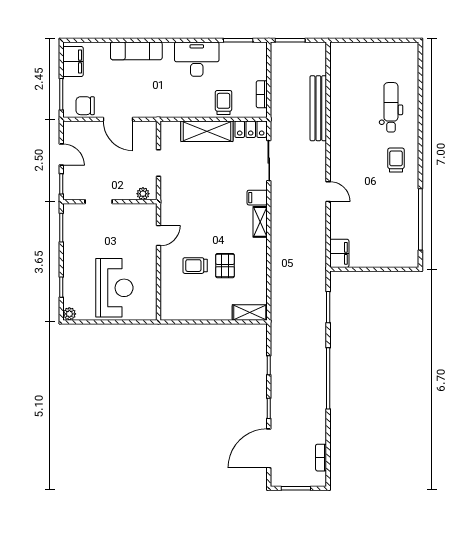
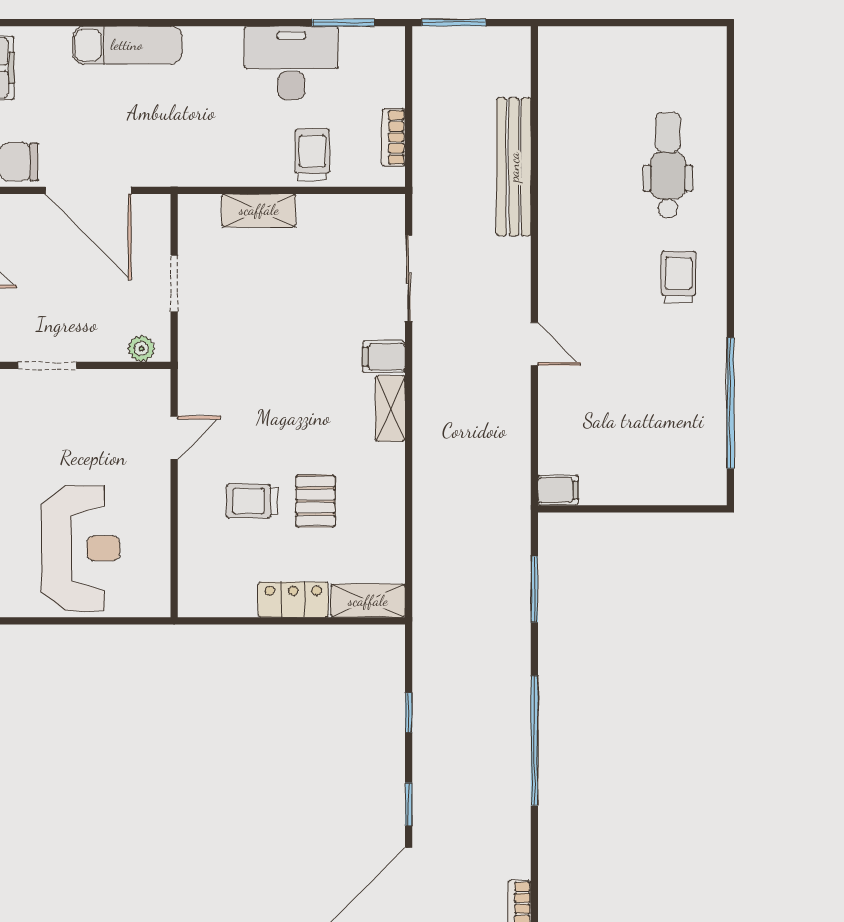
desk: (197, 59) -> (291, 63), moved
door: (118, 119) -> (88, 190), width x1.36
locker: (251, 129) -> (293, 600), moved, turned 180
shelving: (207, 131) -> (259, 210), width x0.67, depth x0.75
filing cabinet: (339, 253) -> (558, 490), width x0.50

